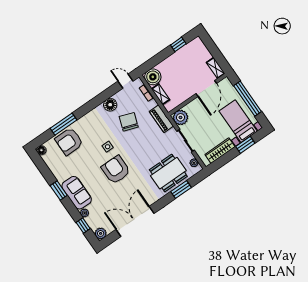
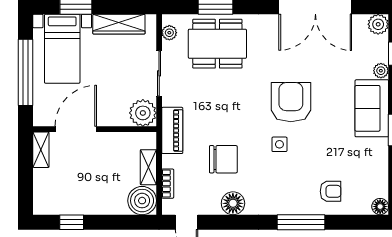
chair: (129, 122) -> (223, 159), turned -109
window: (64, 124) -> (301, 222), moved
armchair: (69, 141) -> (331, 191), width x0.53, depth x0.53
armchair: (116, 170) -> (291, 102), turned 180

